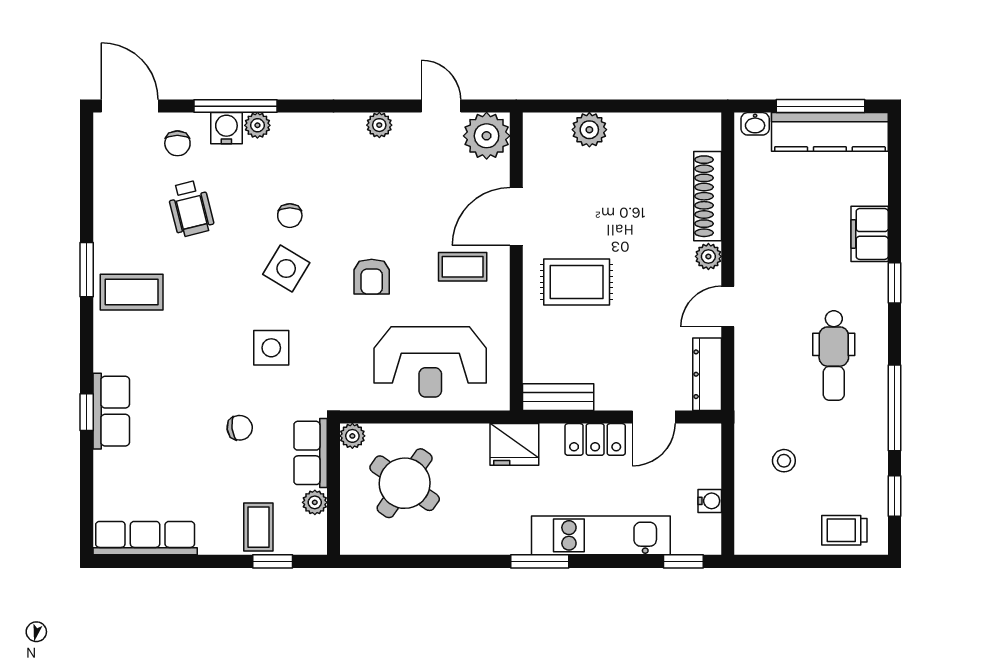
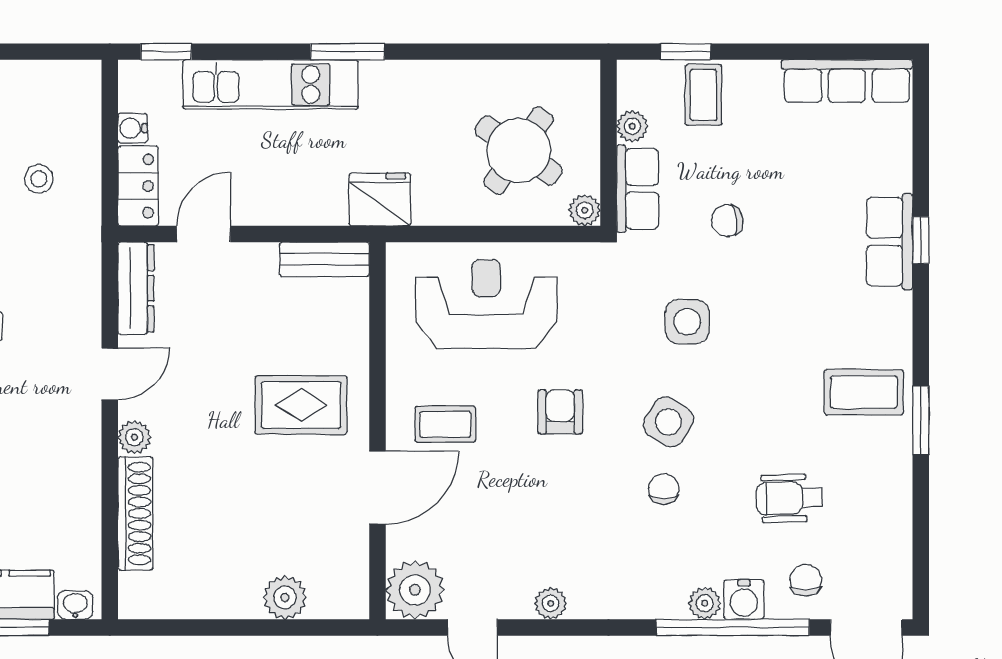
window: (235, 106) -> (733, 627), width x1.46
wheelchair: (191, 208) -> (789, 498), turned -78
locker: (595, 439) -> (138, 186), moved, turned 90

